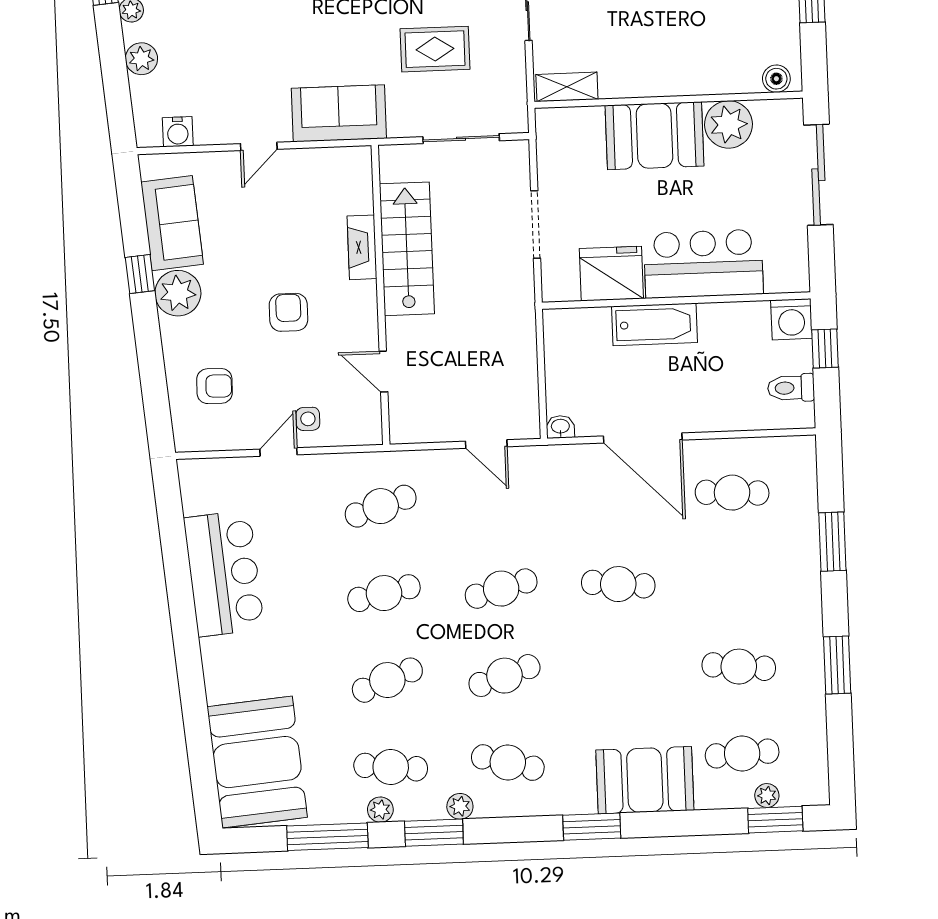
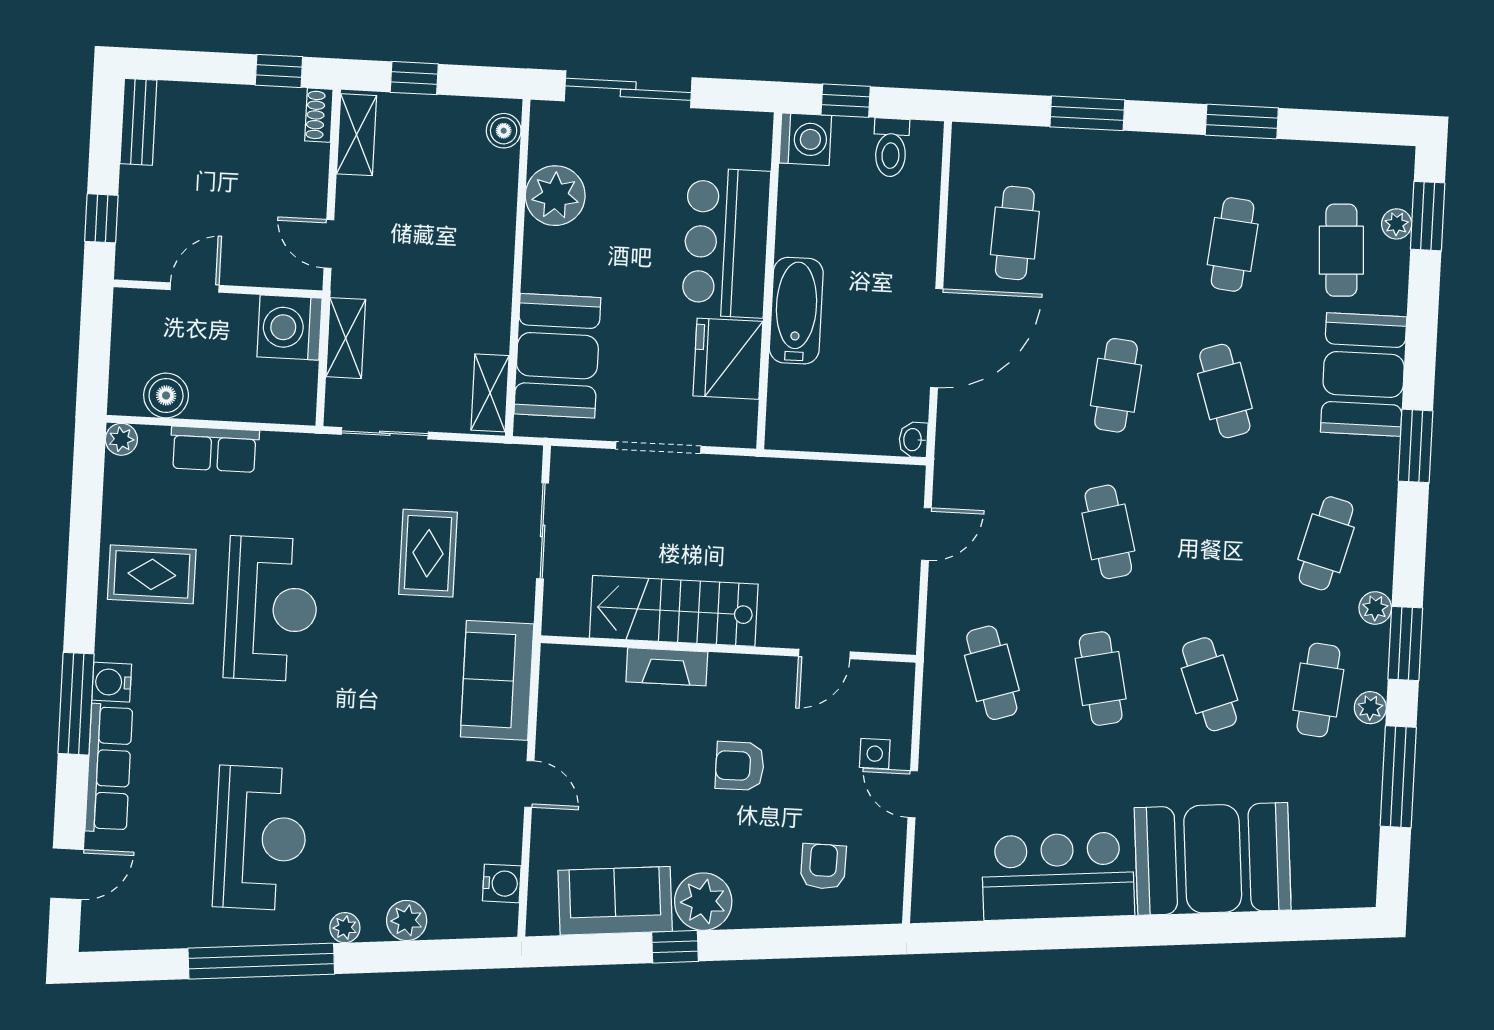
booth: (654, 136) -> (557, 356), moved
cafe table: (504, 676) -> (1225, 391), moved
booth: (257, 762) -> (1213, 859), moved

